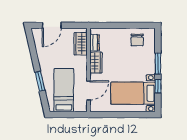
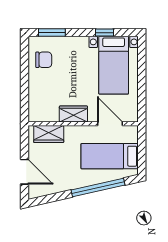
dresser: (94, 43) -> (47, 116), removed
window: (158, 64) -> (52, 33), moved
window: (40, 81) -> (98, 187), width x2.11

